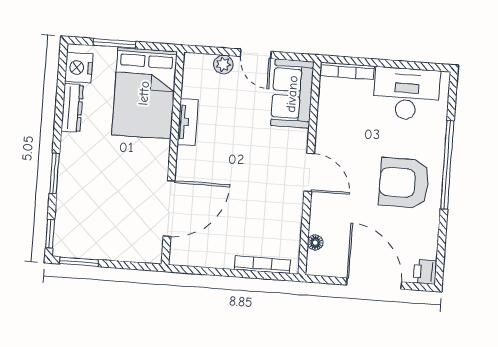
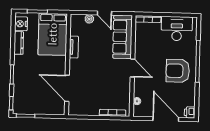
sofa: (292, 94) -> (122, 37), width x1.36
door: (169, 208) -> (67, 88), swing flipped

